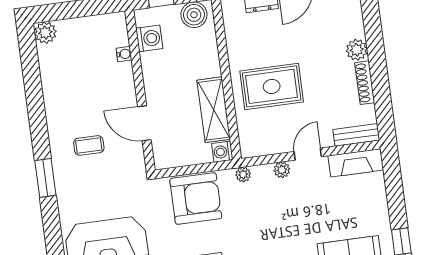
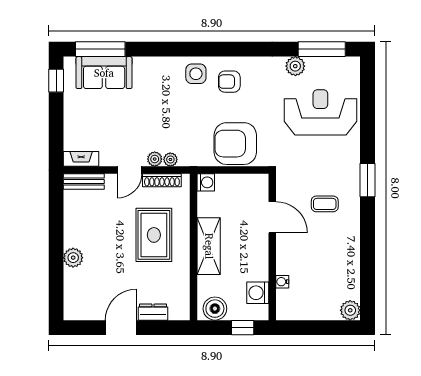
shoe rack: (365, 83) -> (162, 180), moved, turned 90
rug: (272, 86) -> (154, 235), turned 90
shelving: (214, 110) -> (209, 246), moved
fireplace: (356, 163) -> (81, 159), width x0.73, depth x0.76
plant: (243, 174) -> (170, 160), moved

